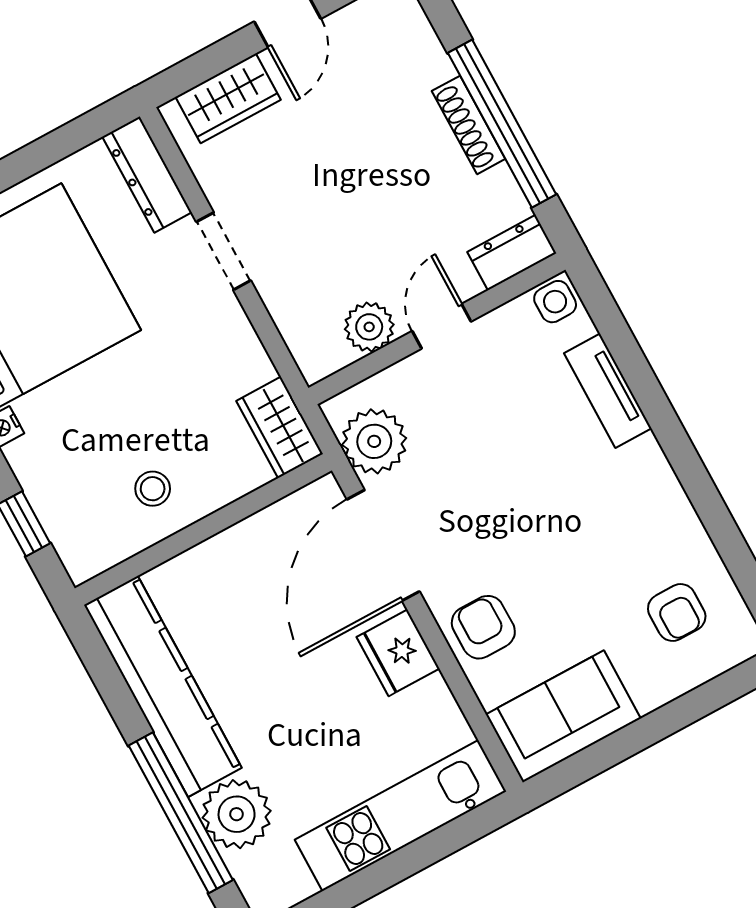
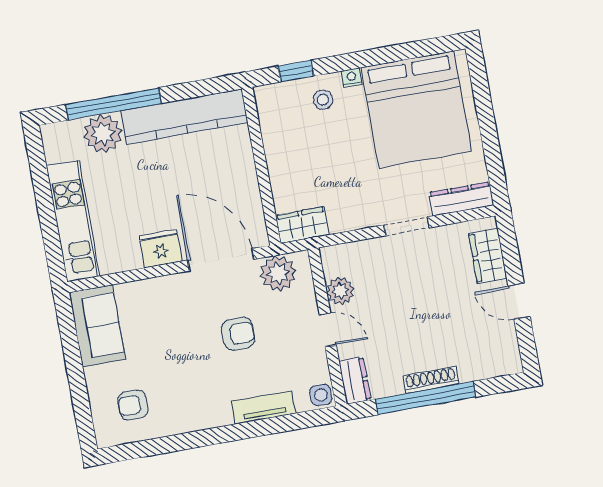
stool: (153, 489) -> (323, 100), moved
armchair: (483, 627) -> (238, 334), moved

